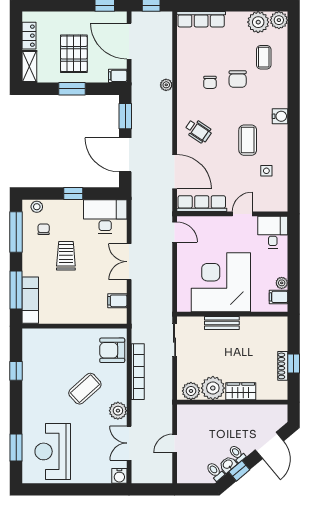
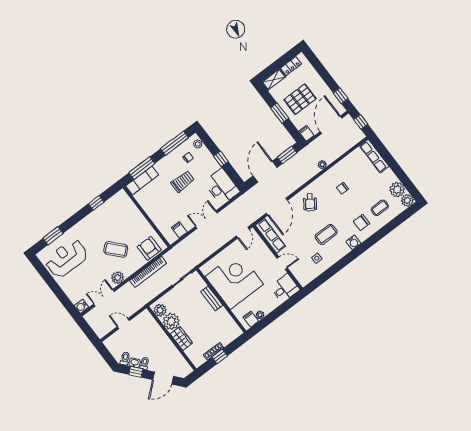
chair: (238, 79) -> (361, 222), moved

